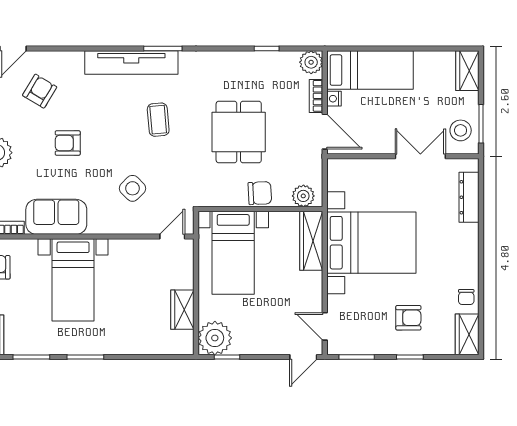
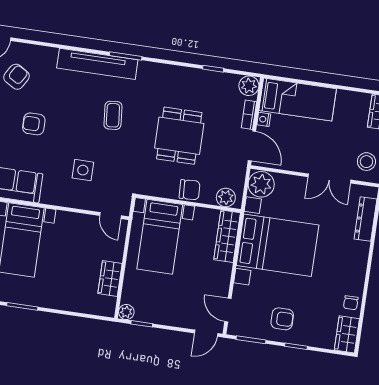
double door: (420, 156) -> (329, 178), swing flipped
plant: (342, 175) -> (261, 184), added
side table: (132, 188) -> (83, 170), turned 45
door: (172, 237) -> (110, 216), swing flipped
armchair: (408, 318) -> (282, 319), moved
plant: (215, 338) -> (126, 312), width x0.53, depth x0.53

